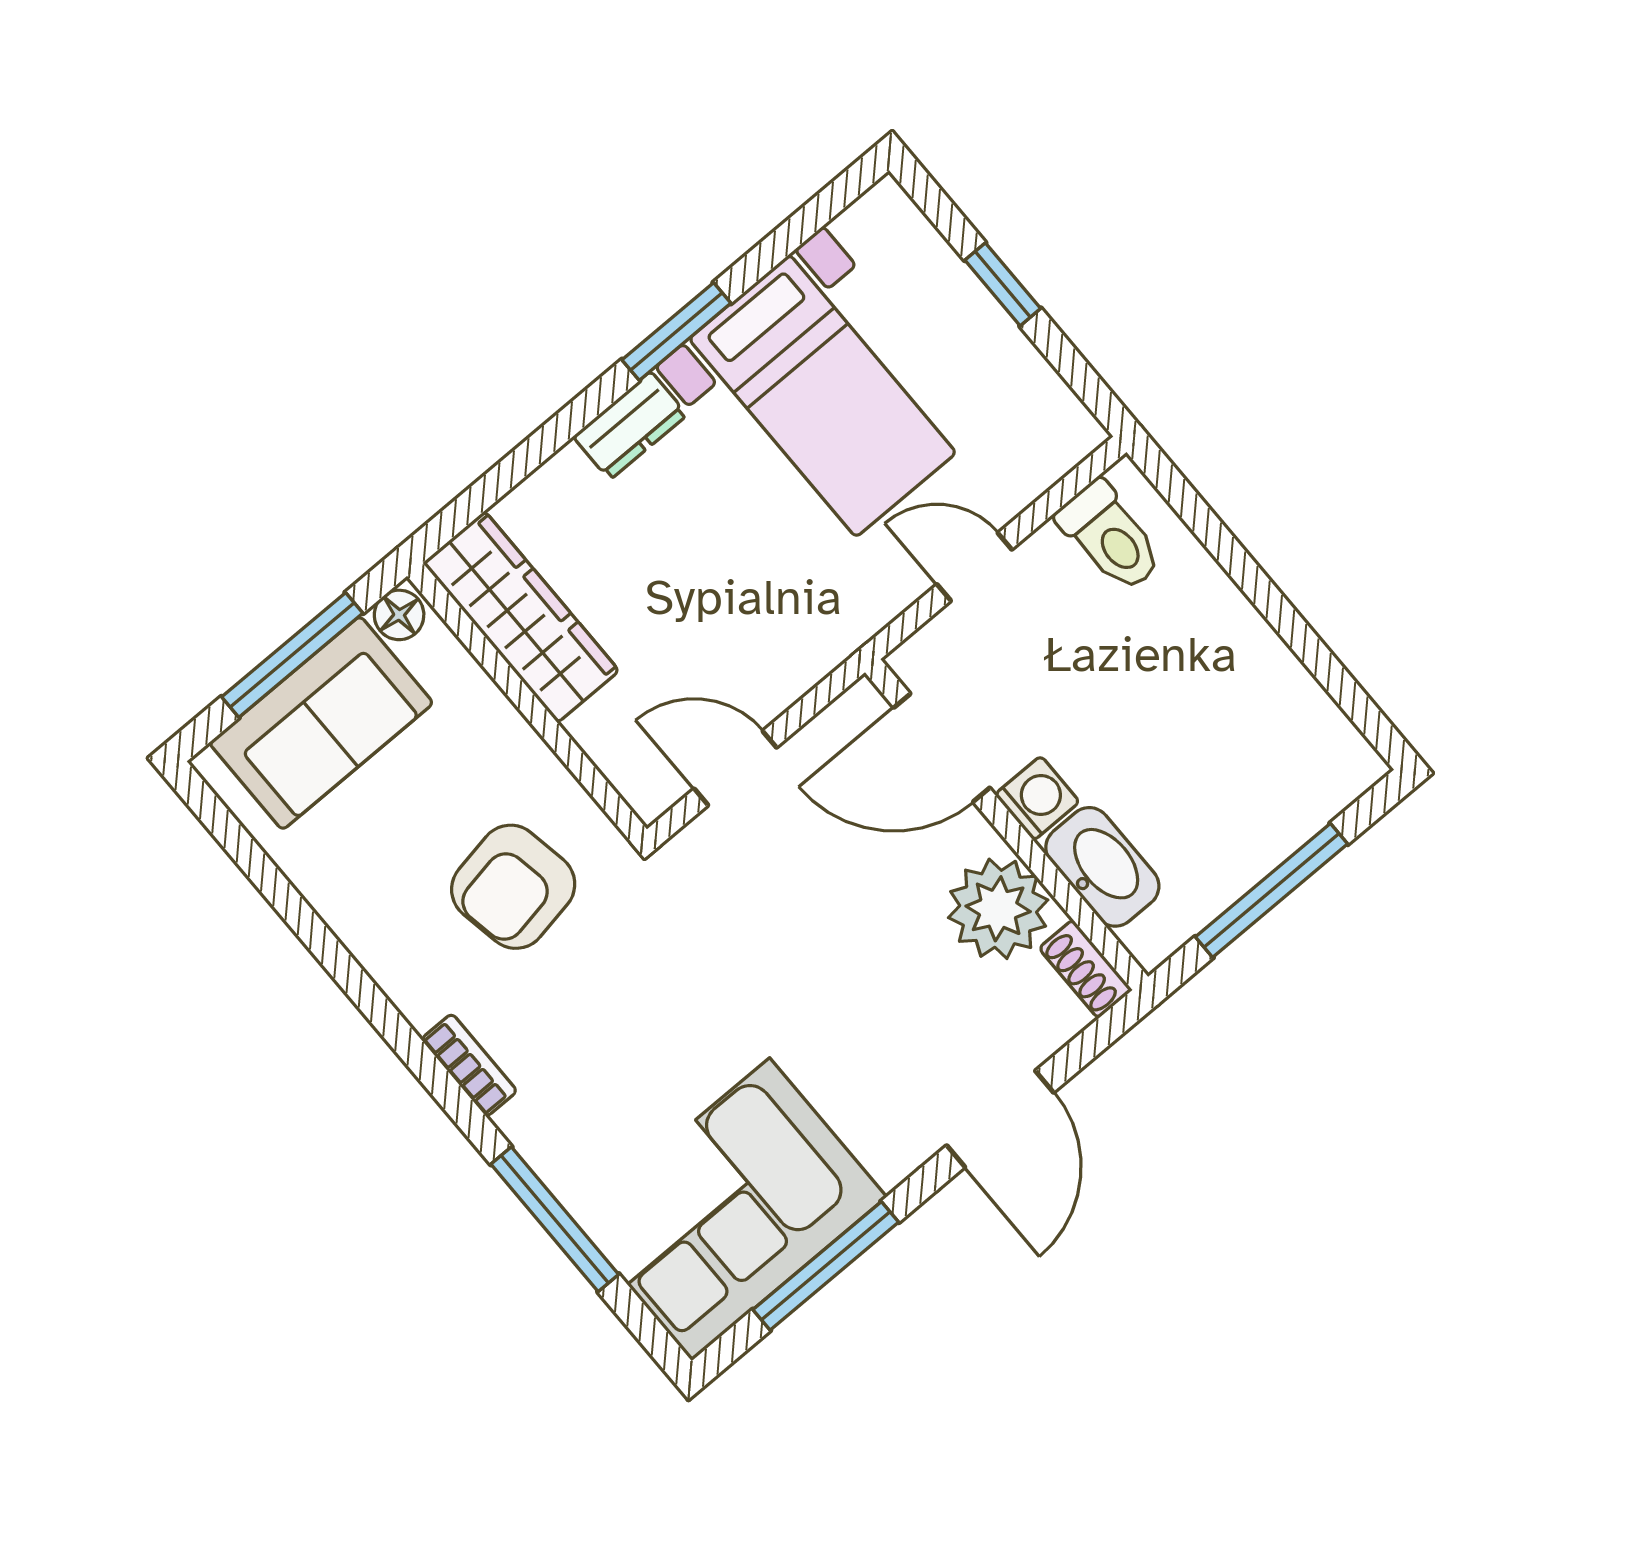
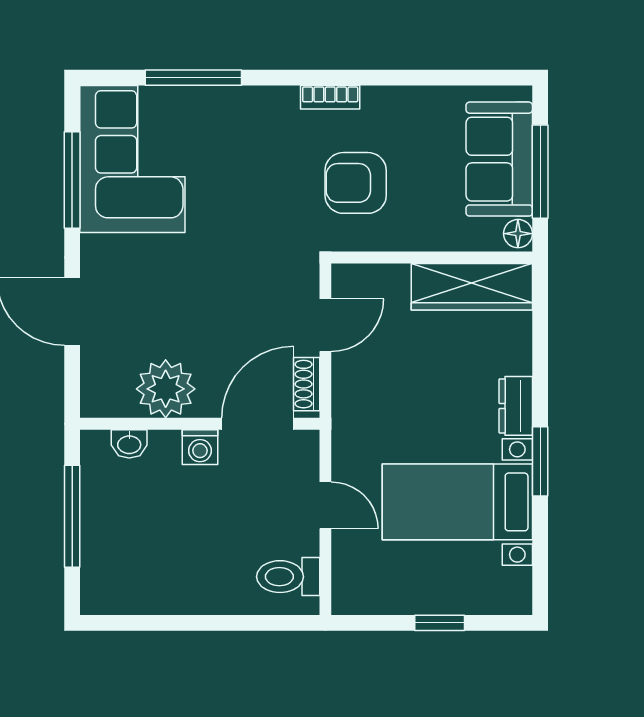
door: (974, 567) -> (325, 505), hinge flipped
washbasin: (1102, 867) -> (129, 444), width x0.52, depth x0.69
armchair: (513, 887) -> (356, 183), turned -80
shoe rack: (1086, 969) -> (307, 384), moved, turned -90
bookcase: (469, 1065) -> (330, 97), moved

